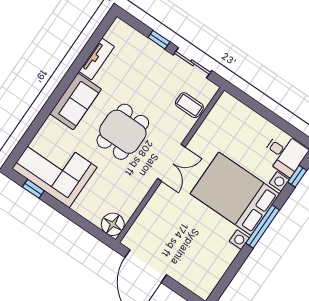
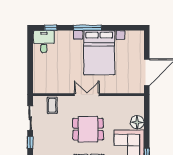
bed with nightstands: (235, 194) -> (99, 53), moved
floor lamp: (113, 224) -> (137, 122), moved

